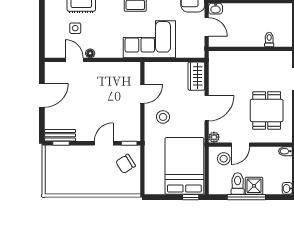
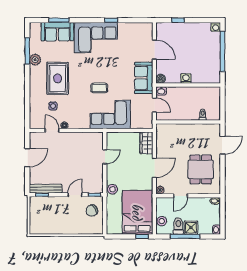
stool: (163, 117) -> (112, 189), moved
bench: (60, 135) -> (46, 189), width x1.36
stool: (224, 159) -> (162, 221), moved

